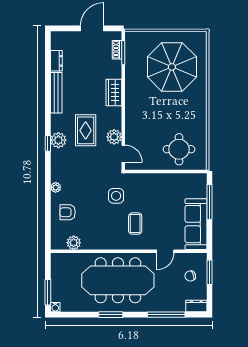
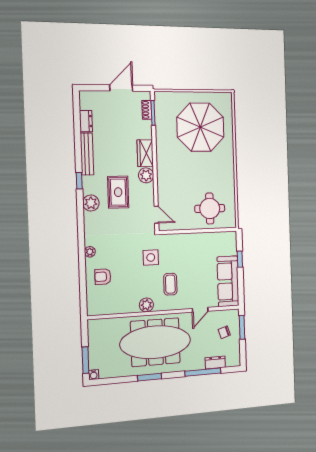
plant: (114, 137) -> (146, 175), moved
window: (48, 143) -> (79, 181), moved
window: (210, 202) -> (240, 259), width x0.46
plant: (74, 243) -> (146, 305), moved
dresser: (196, 306) -> (215, 362), moved

